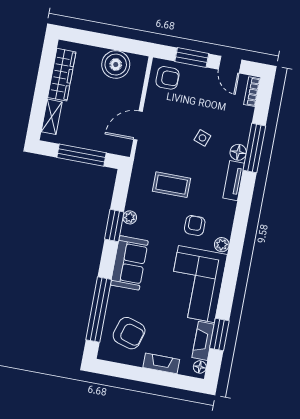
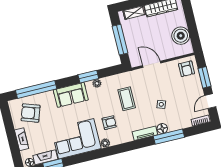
armchair: (129, 333) -> (31, 113), turned 92

